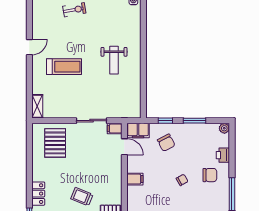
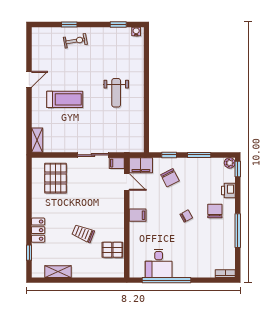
window: (232, 134) -> (238, 169), added
chair: (210, 175) -> (215, 211), turned -90

